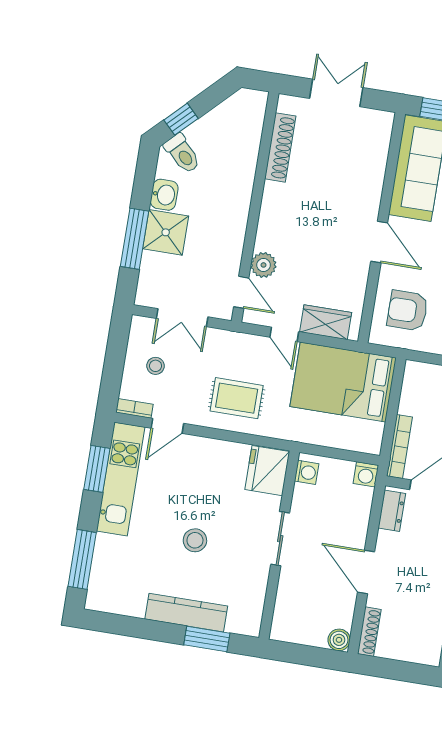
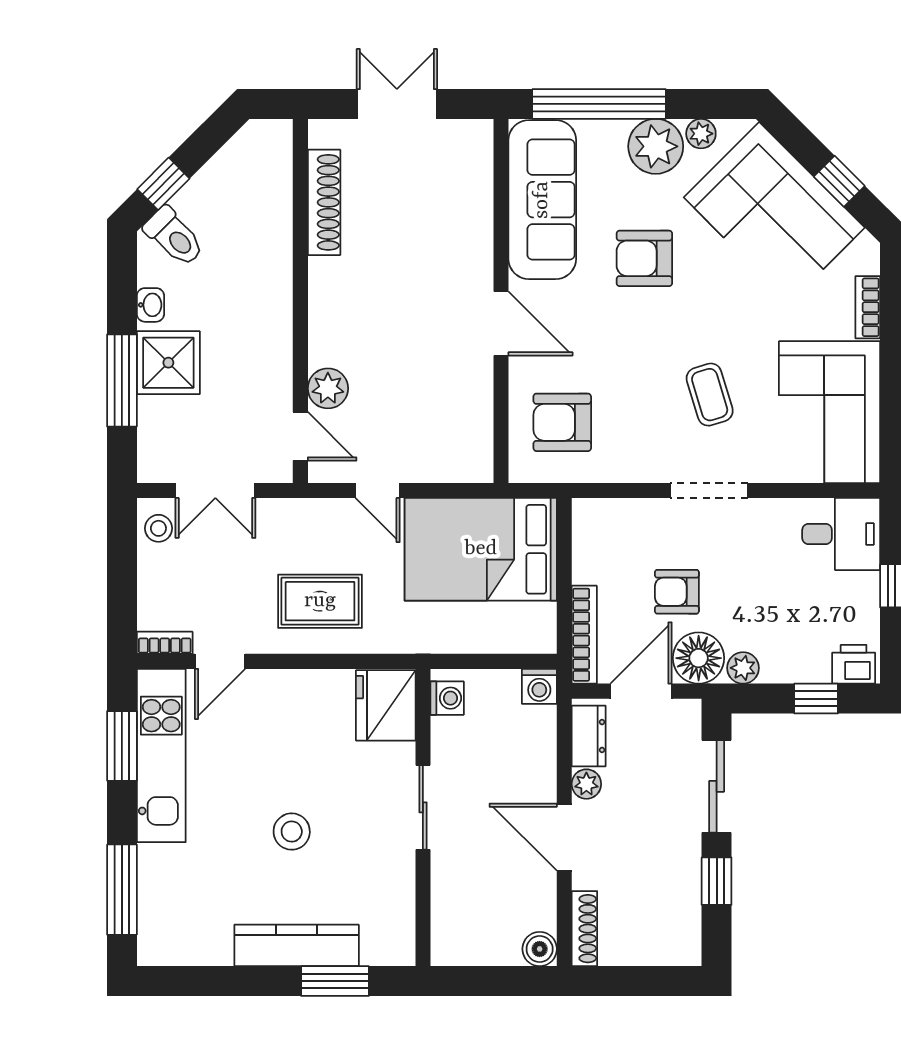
washbasin: (164, 195) -> (150, 305), width x0.72, depth x0.69
wardrobe: (326, 322) -> (438, 461), removed
stool: (156, 366) -> (158, 528), moved
plant: (385, 541) -> (586, 784), added

